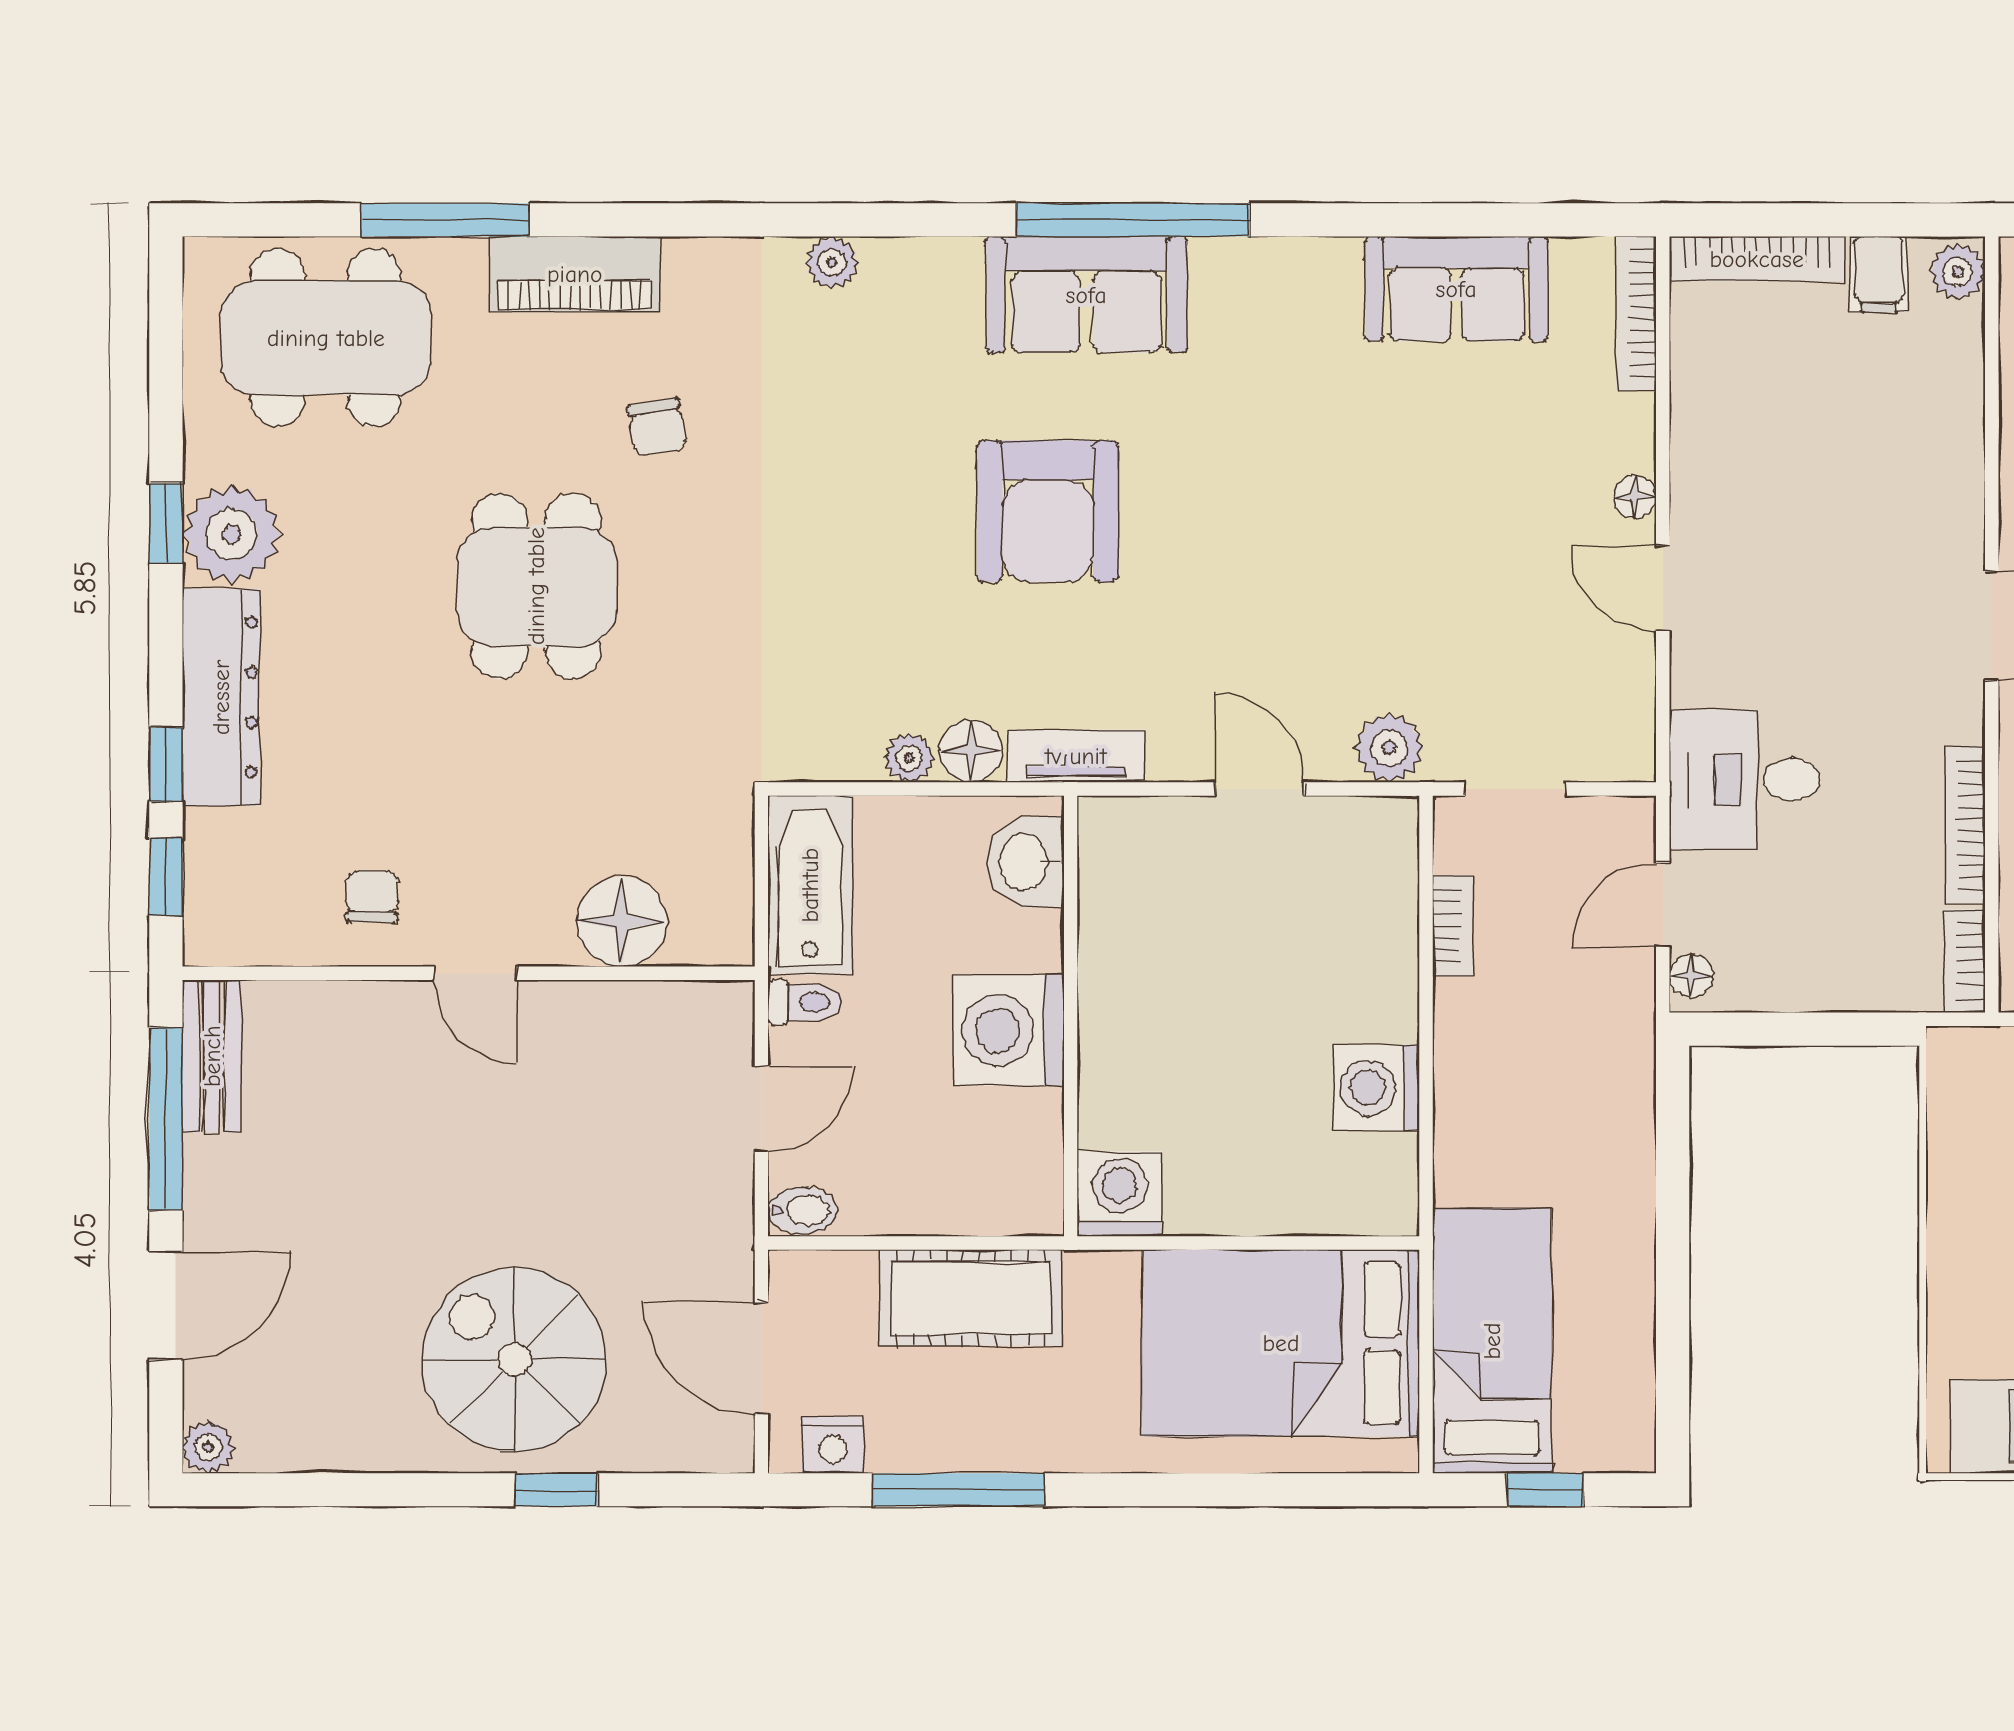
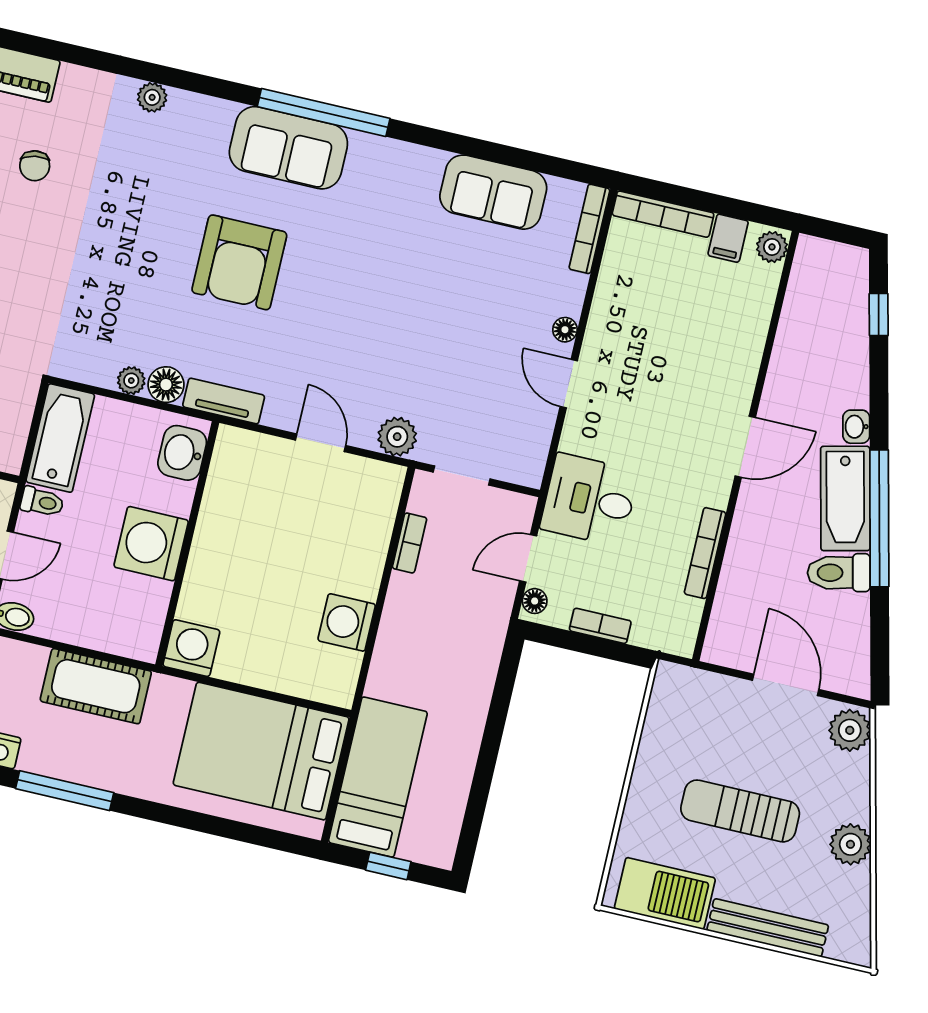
bookcase: (1964, 961) -> (600, 626), moved, turned 90

